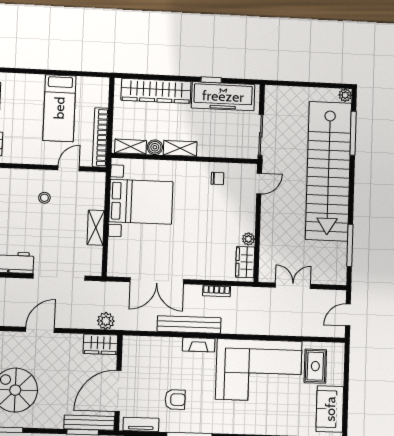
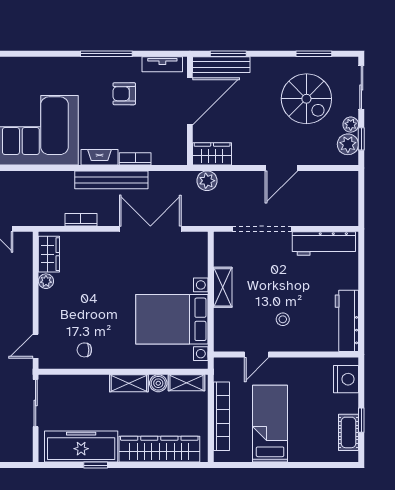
bookcase: (100, 137) -> (221, 416), moved
bookcase: (168, 342) -> (135, 159), added

